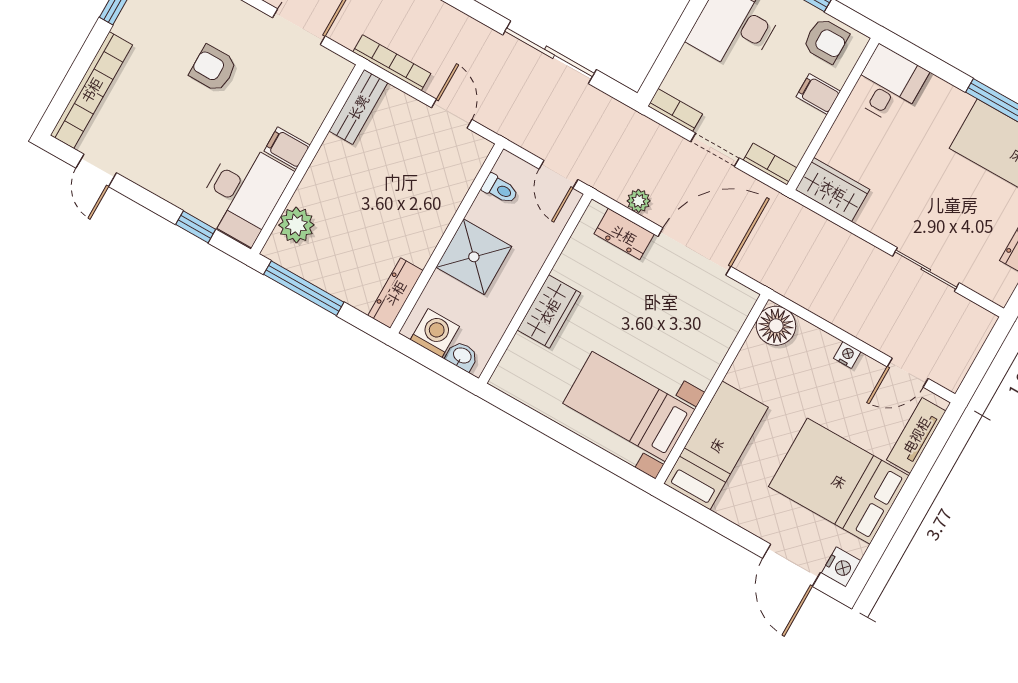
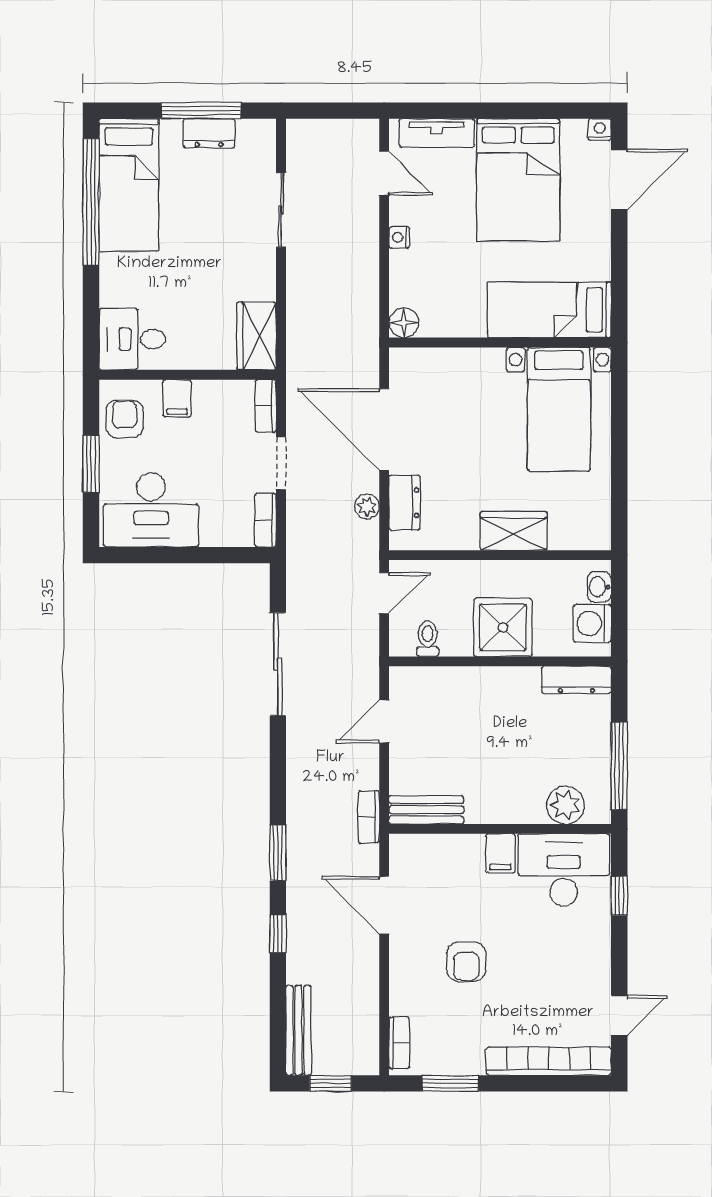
bookcase: (392, 63) -> (369, 817), width x0.64
floor lamp: (776, 326) -> (404, 323), width x0.73, depth x0.73
nightstand: (841, 567) -> (600, 130), width x0.72, depth x0.74

